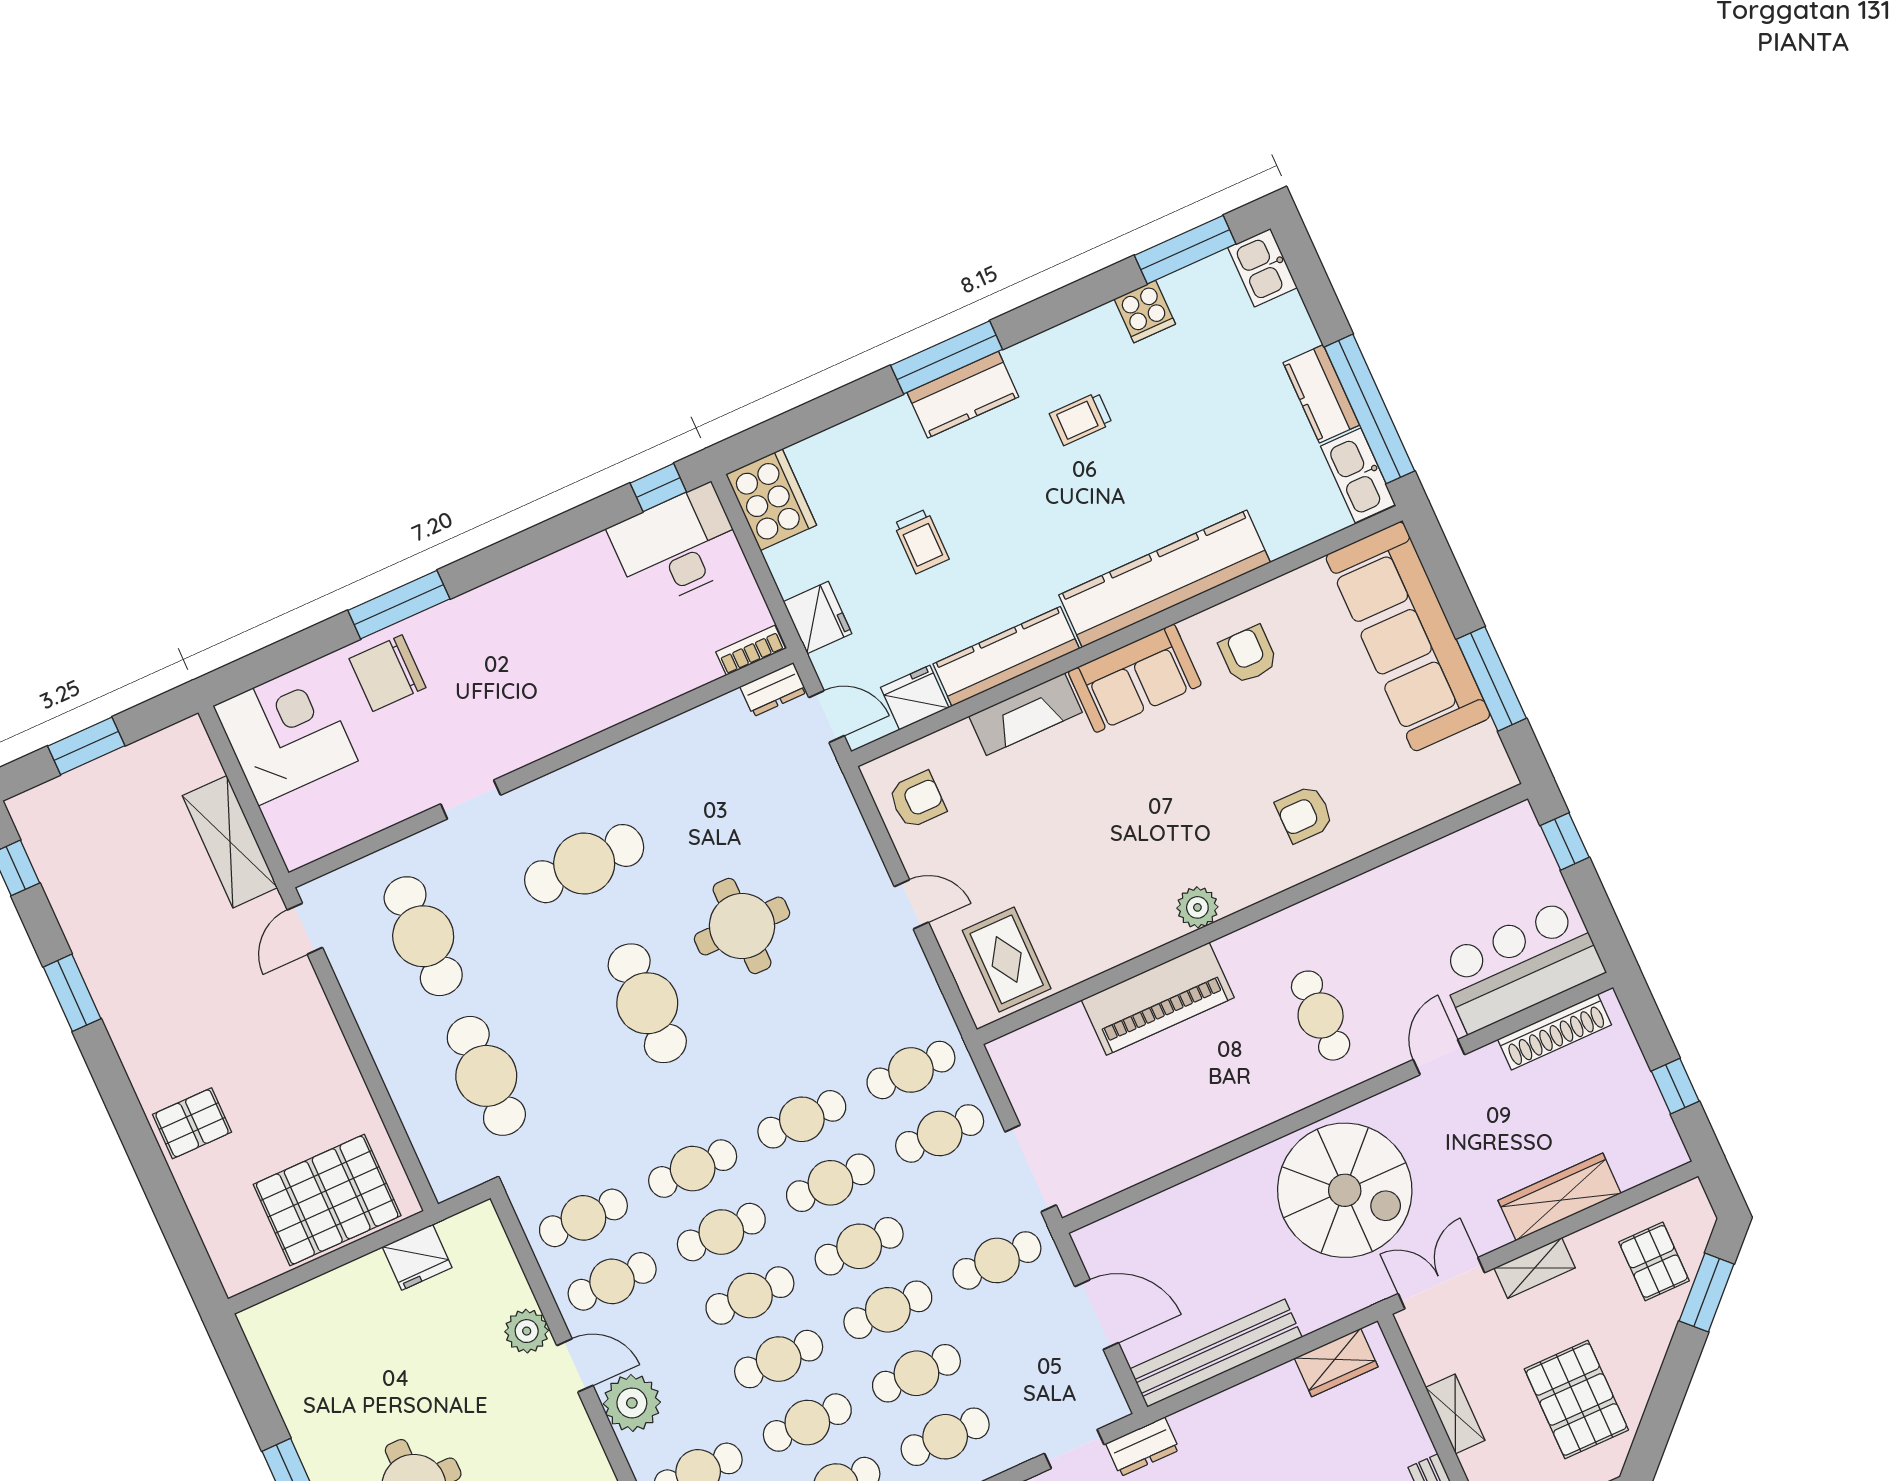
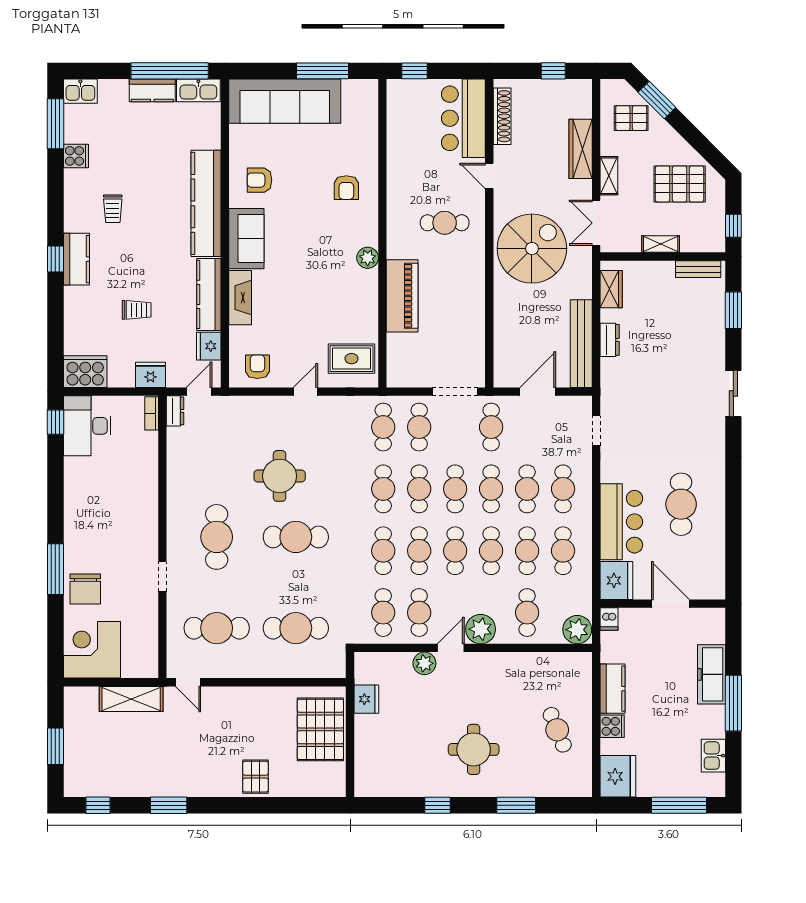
window: (947, 357) -> (55, 259), width x0.46
dresser: (1143, 1447) -> (610, 340), moved

